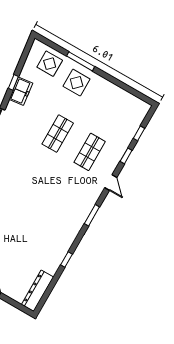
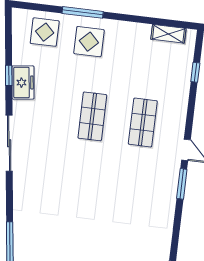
shelving: (132, 100) -> (168, 34), added
window: (126, 156) -> (191, 108), removed
window: (92, 215) -> (182, 184), moved

